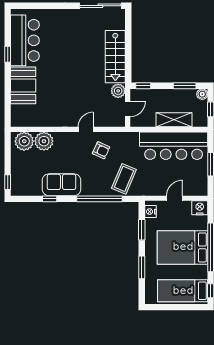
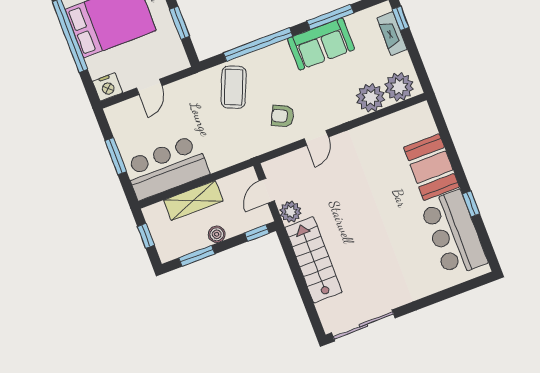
boiler: (202, 94) -> (217, 234), moved
bar counter: (174, 146) -> (167, 168), width x0.73
fireplace: (16, 175) -> (392, 34), added
window: (50, 199) -> (330, 17), width x2.17
nightstand: (150, 212) -> (177, 54), removed

